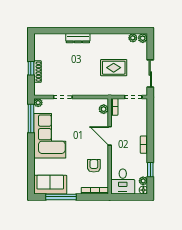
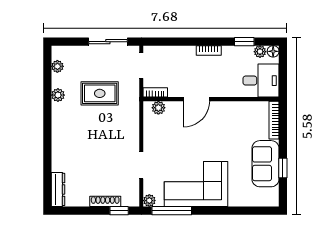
dresser: (78, 38) -> (58, 189), moved
plant: (143, 38) -> (58, 95), moved
window: (31, 68) -> (119, 211), moved
rug: (114, 68) -> (100, 93), turned 90
armchair: (94, 166) -> (239, 121), removed
sofa: (50, 185) -> (265, 164), moved
window: (61, 197) -> (283, 168), width x0.46

